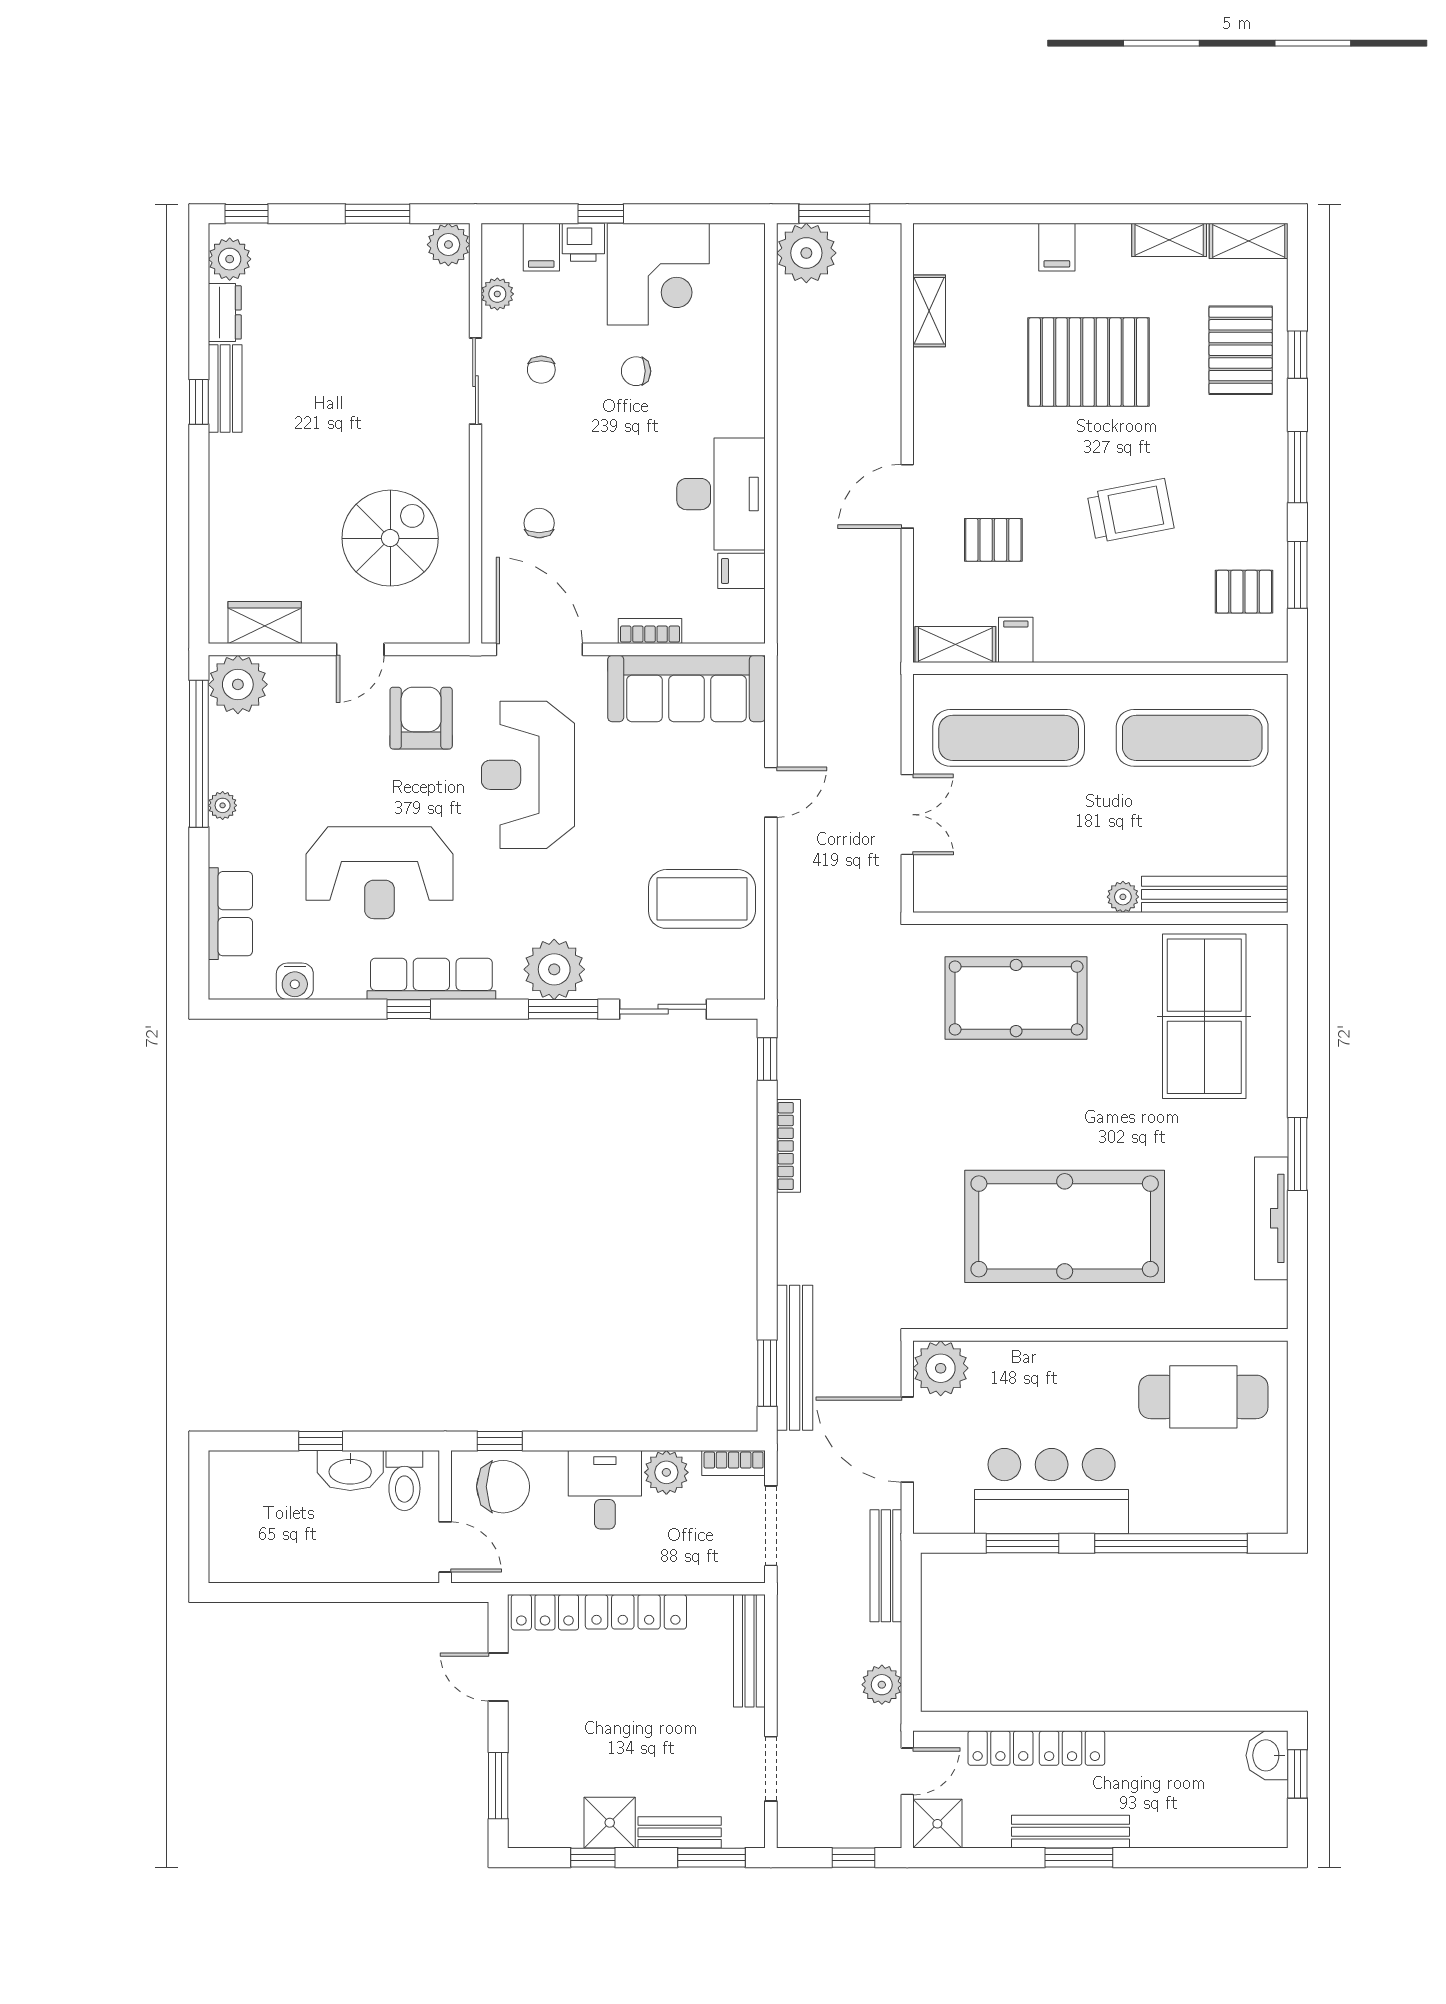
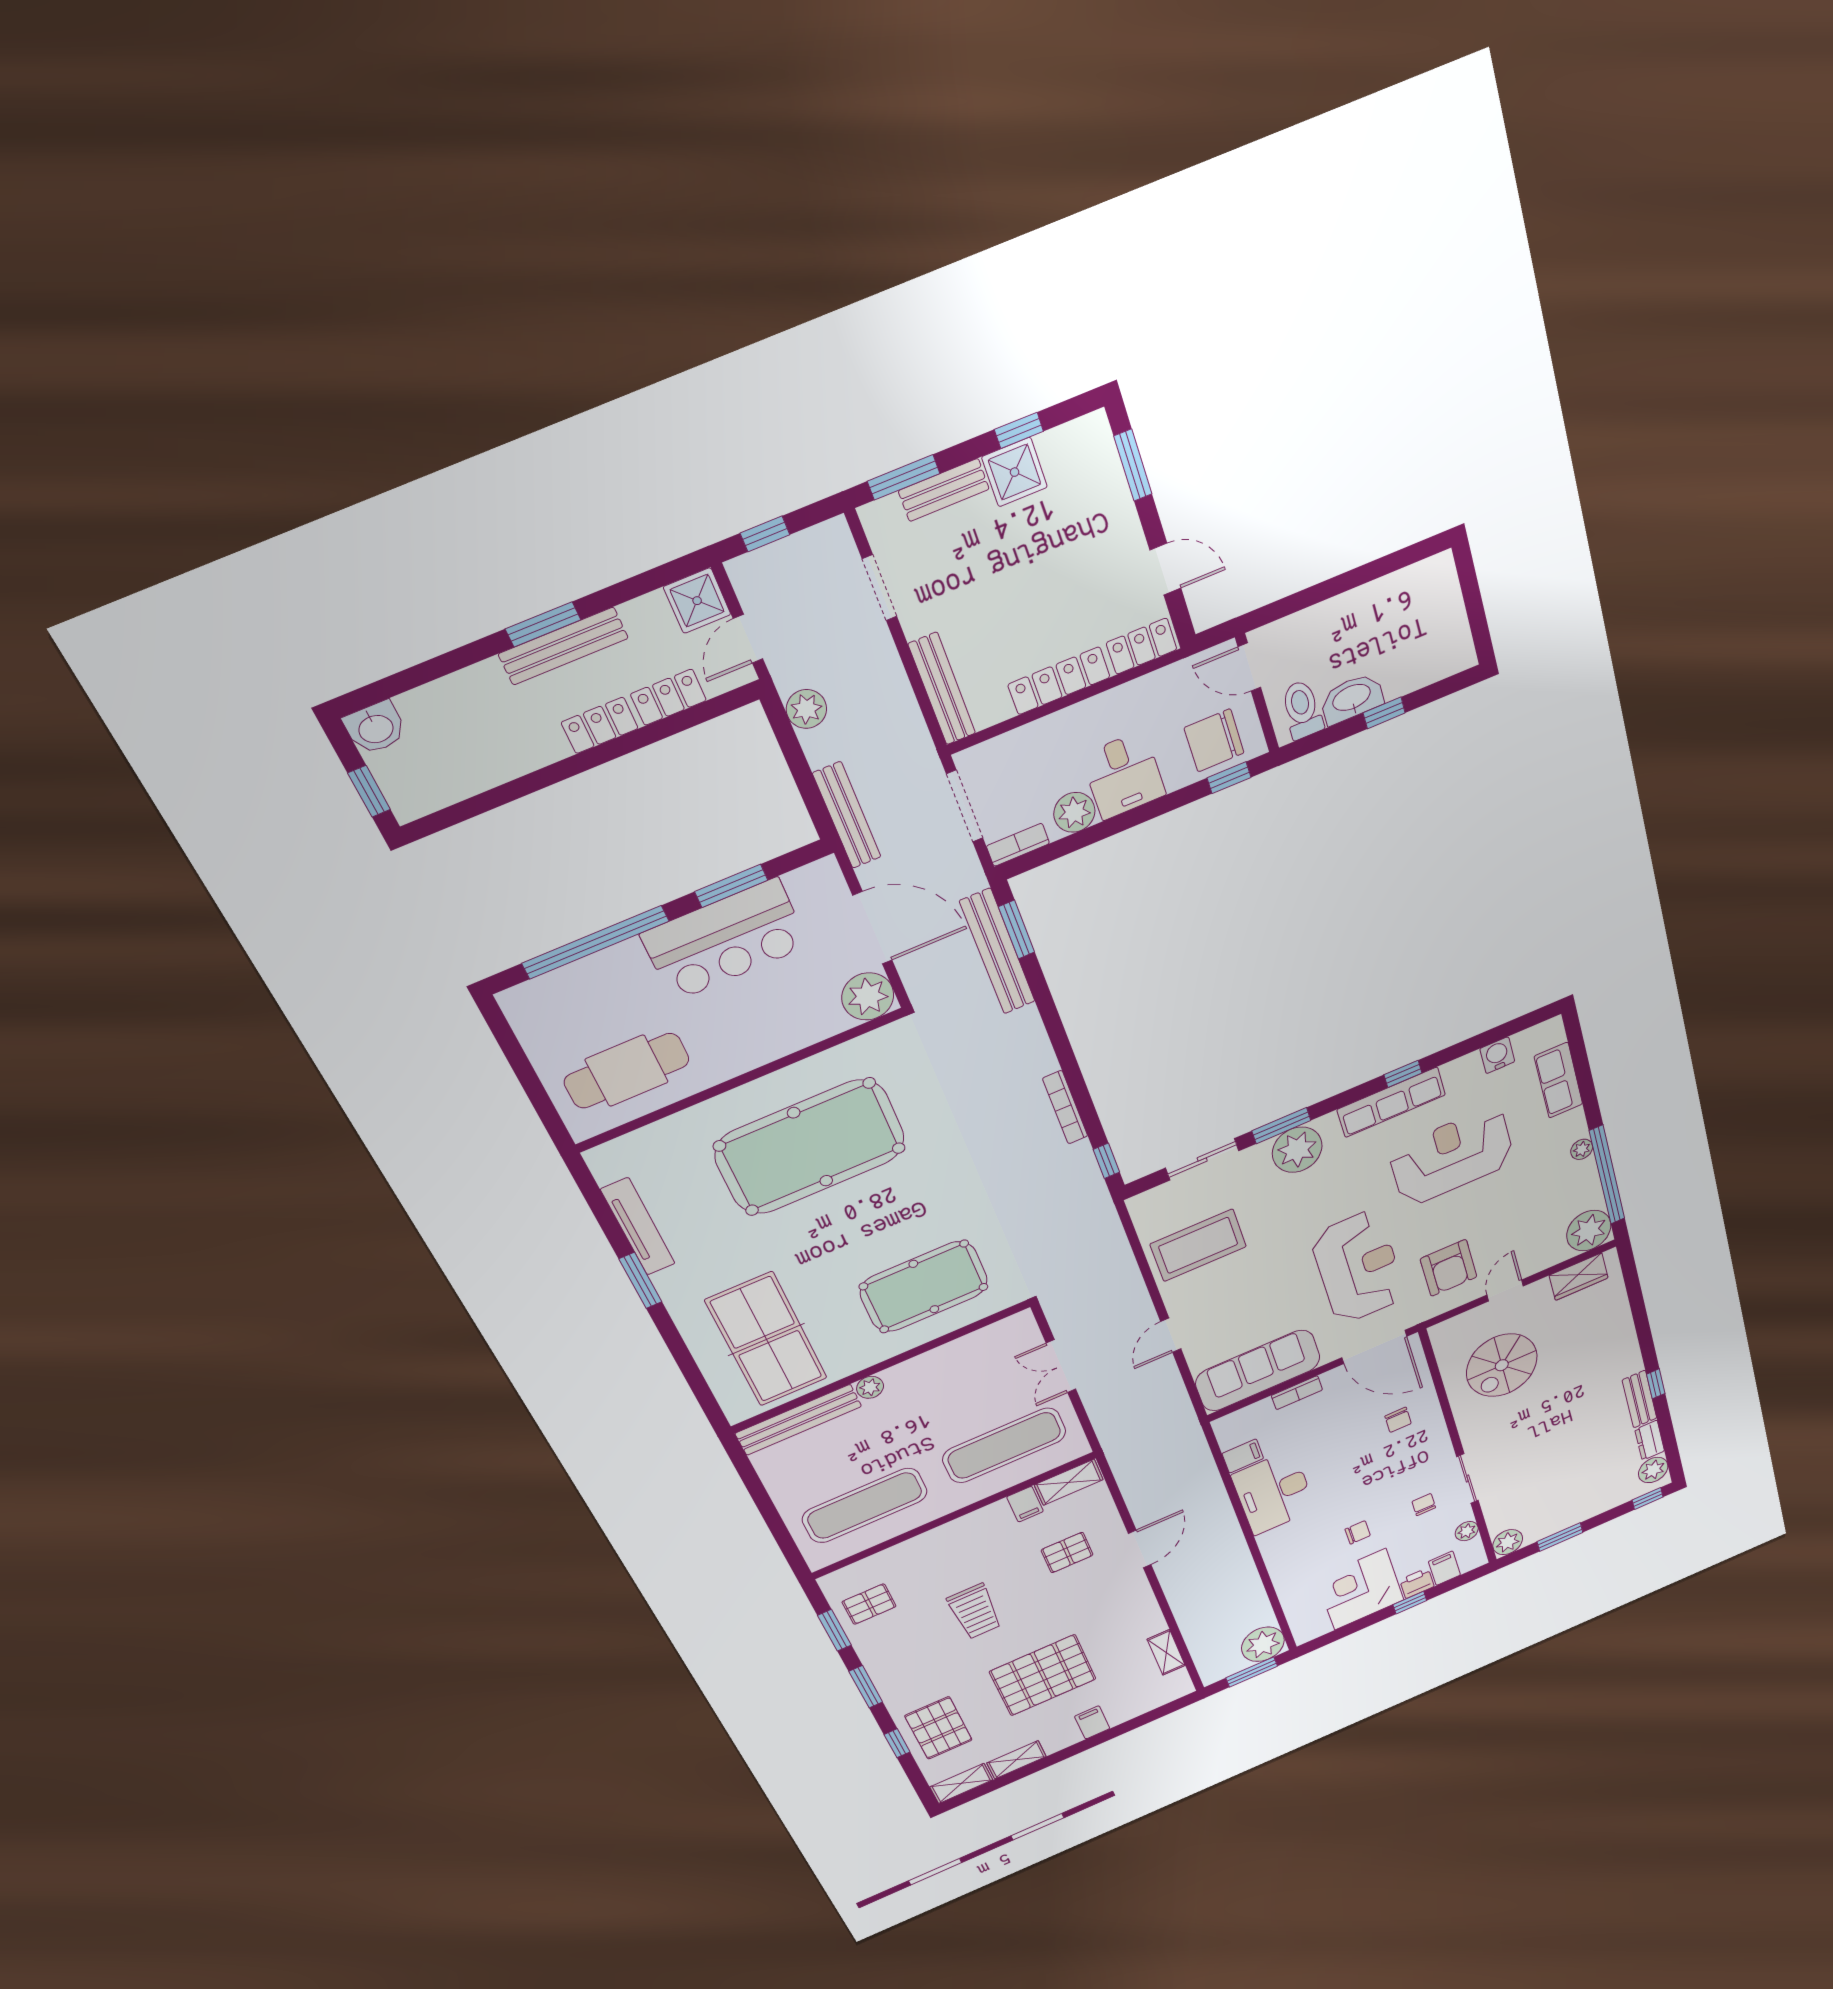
trolley: (1130, 511) -> (975, 1611), turned -79
washbasin: (1267, 1755) -> (375, 728), moved, turned 90

